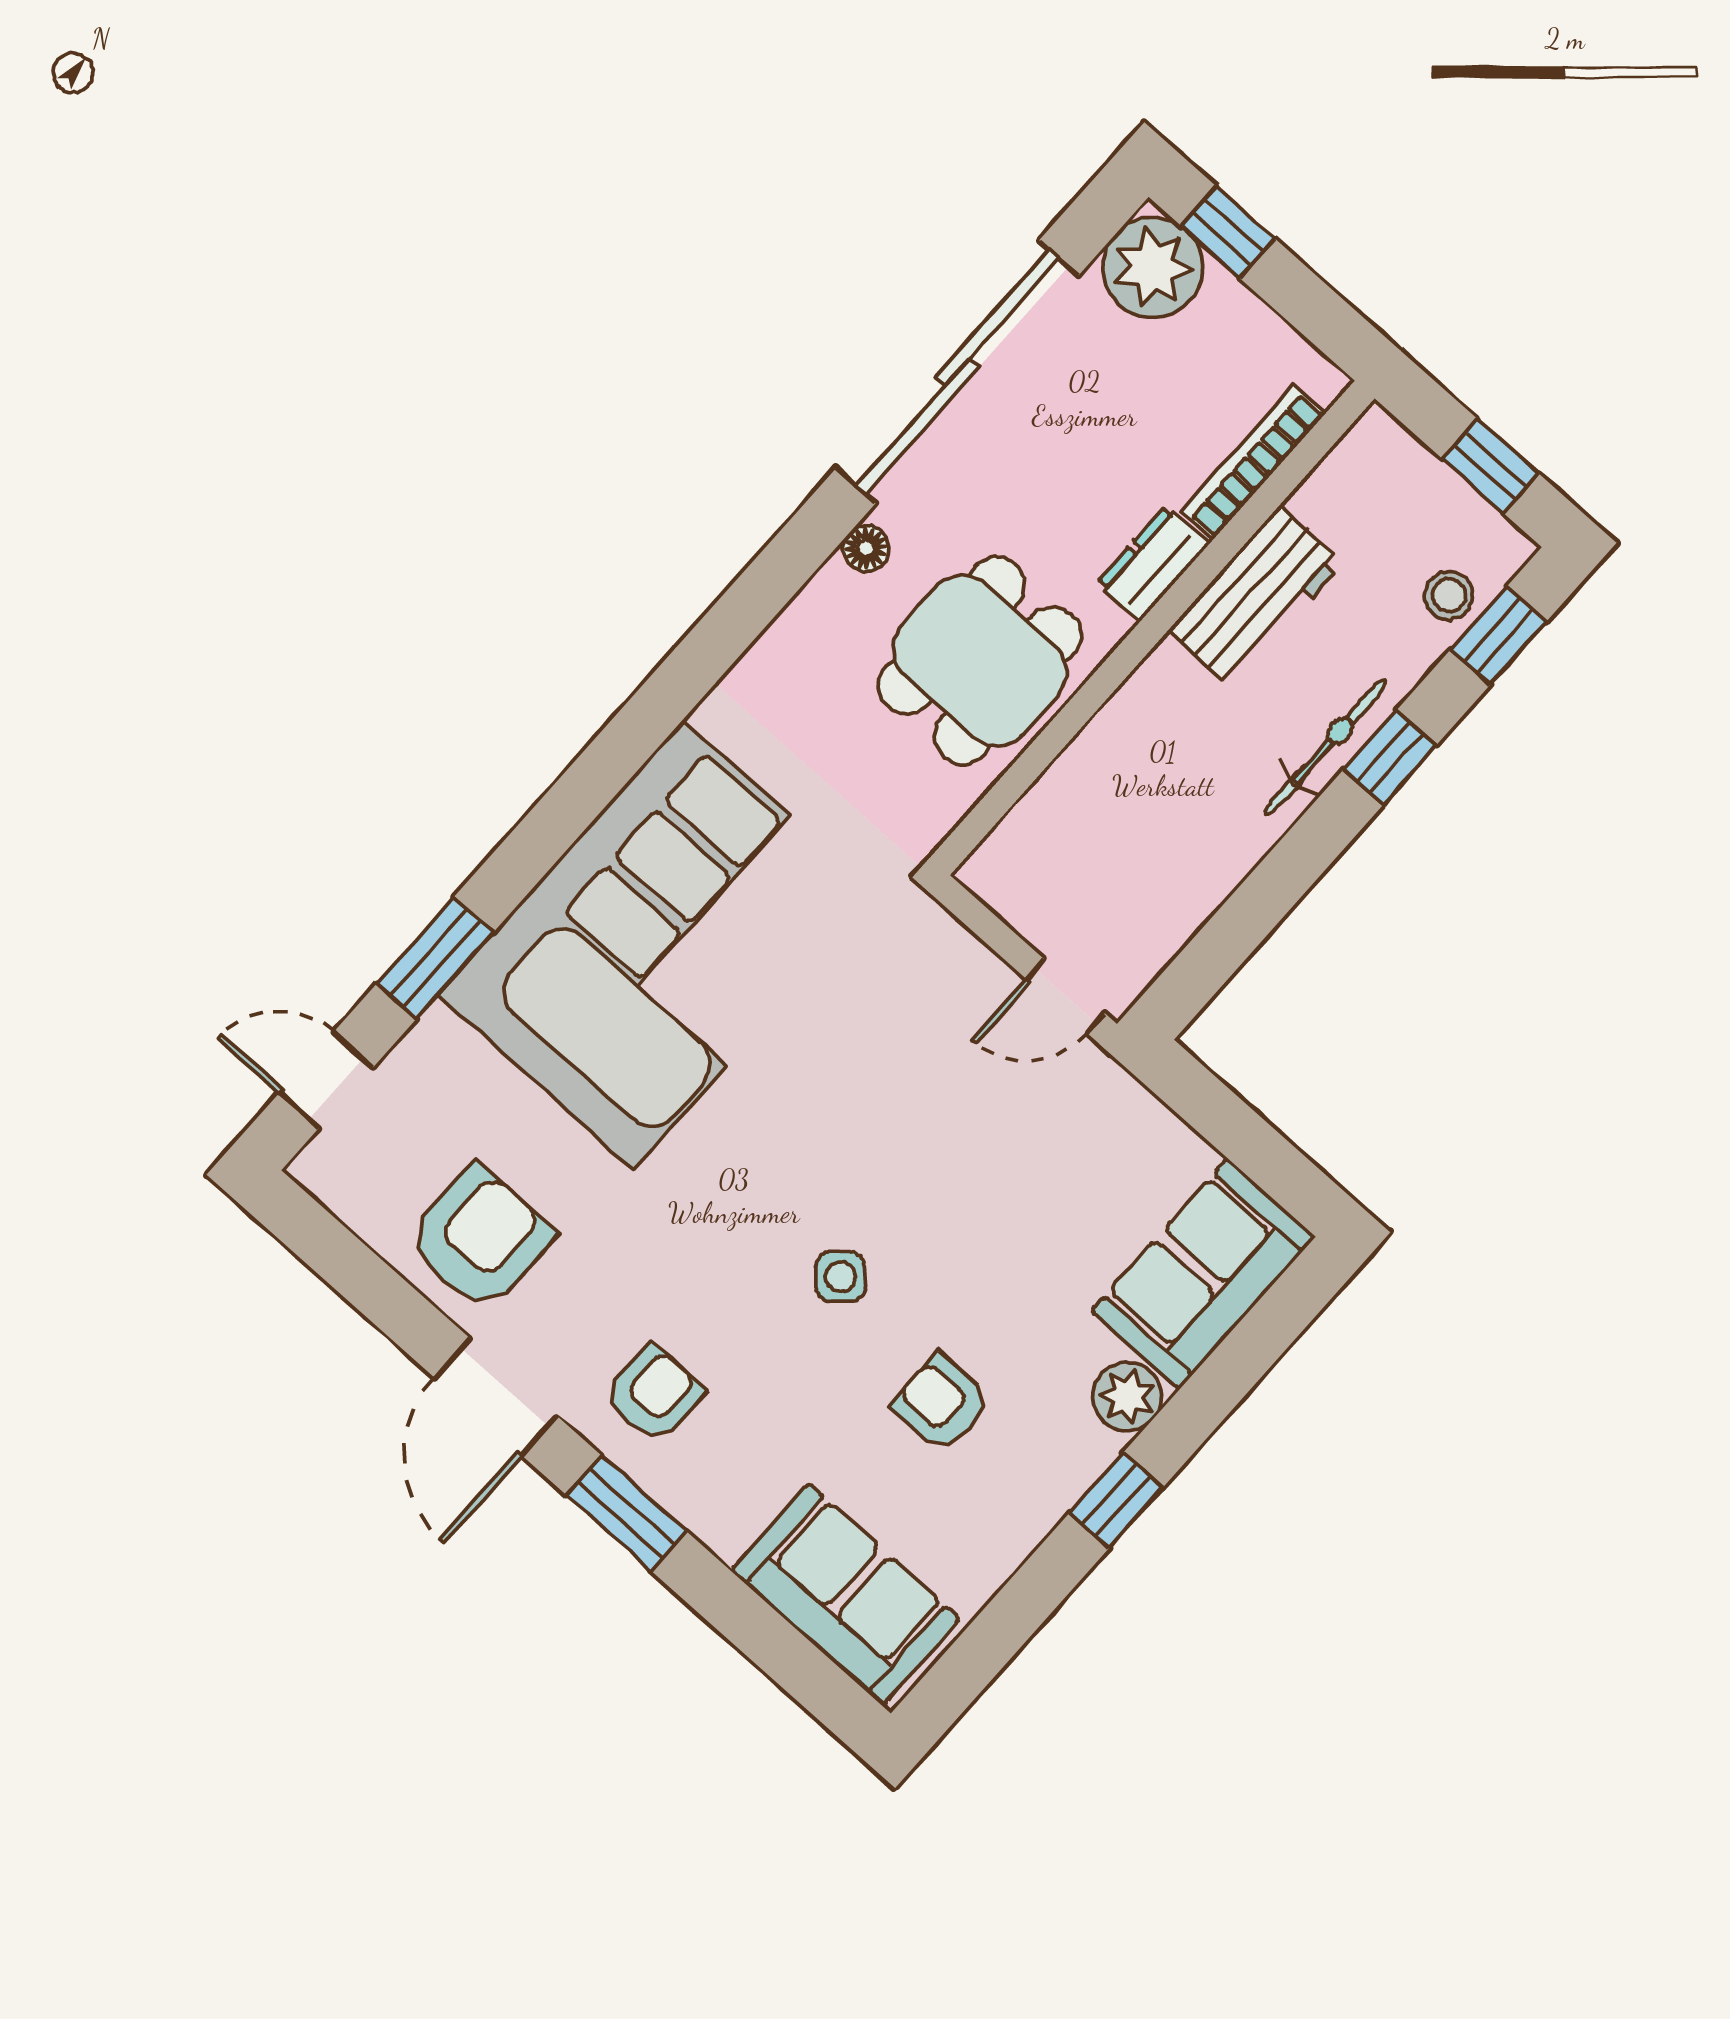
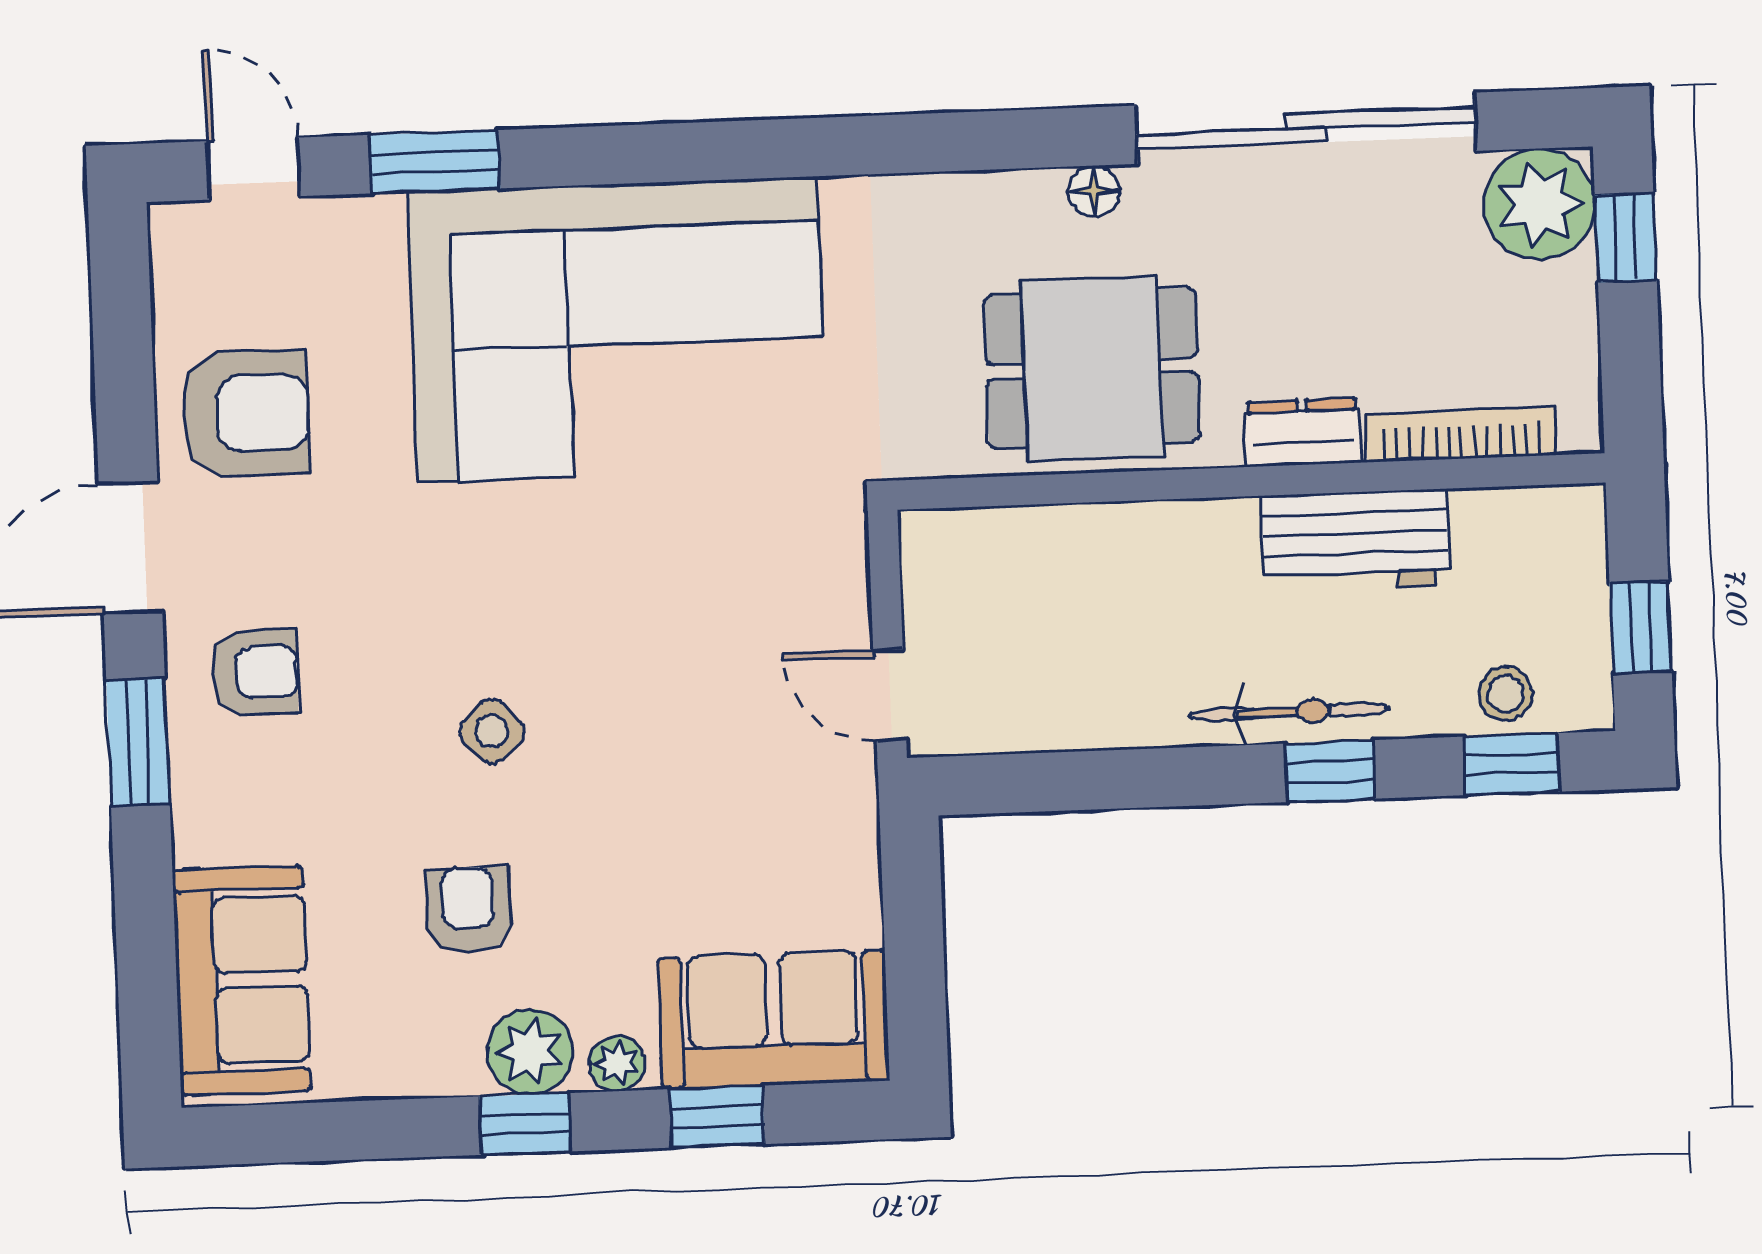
window: (1231, 1371) -> (717, 1117), added
plant: (1127, 1397) -> (617, 1063), width x0.73, depth x0.73
plant: (1072, 1452) -> (530, 1052), added

